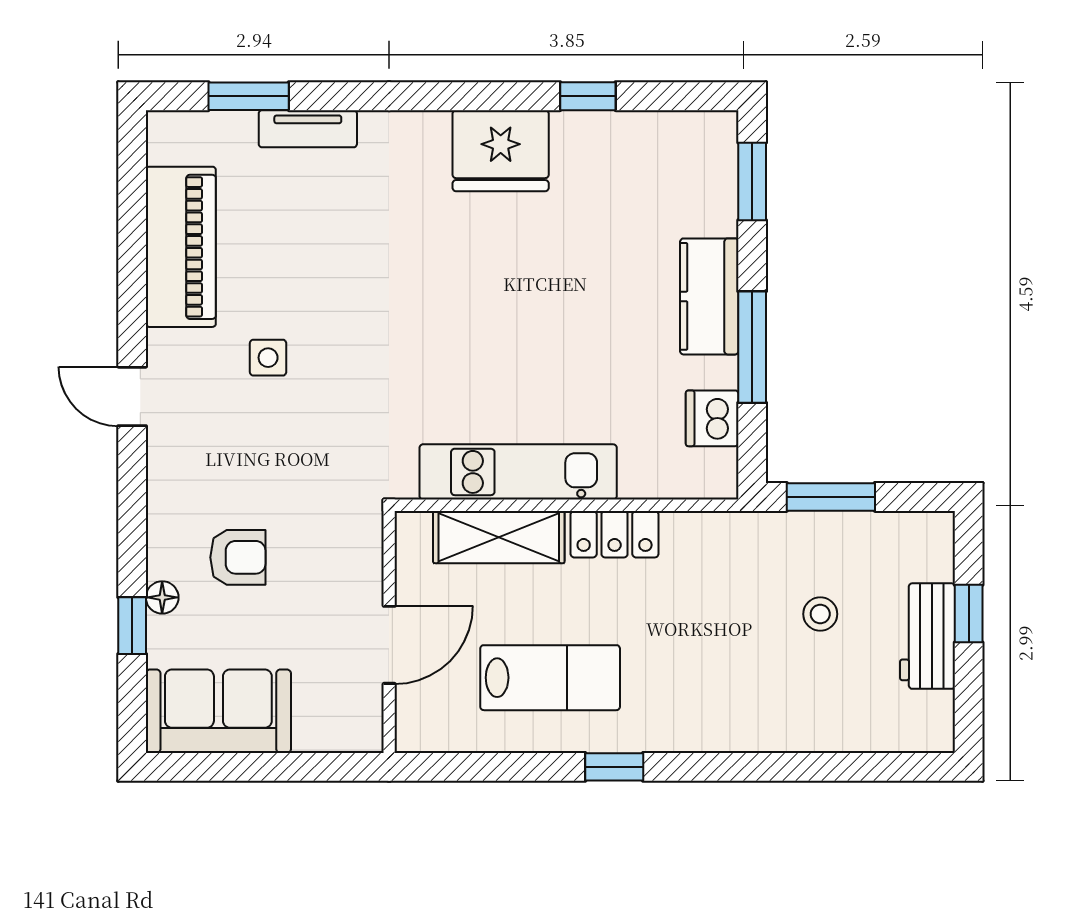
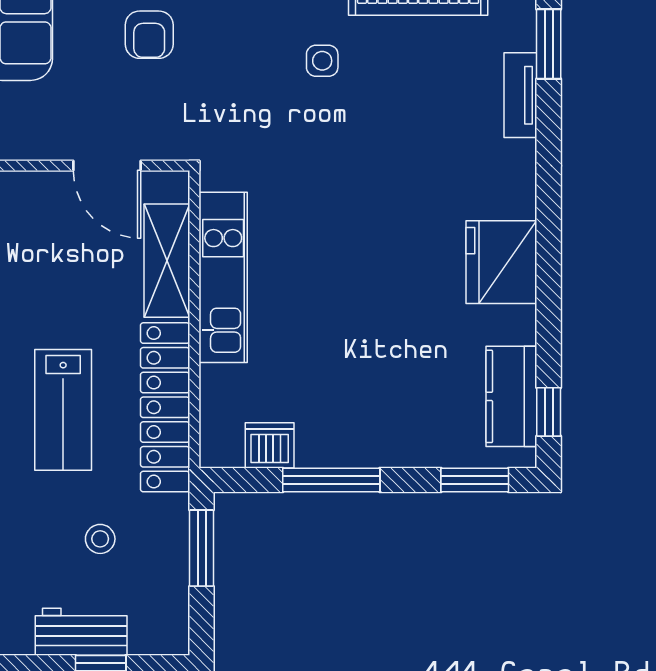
window: (588, 96) -> (549, 412), moved
kitchen counter: (709, 296) -> (511, 396), moved, turned -90
locker: (615, 534) -> (165, 407), width x2.16, depth x1.21
door: (389, 645) -> (107, 166), moved
lab bench: (550, 678) -> (63, 410), moved

